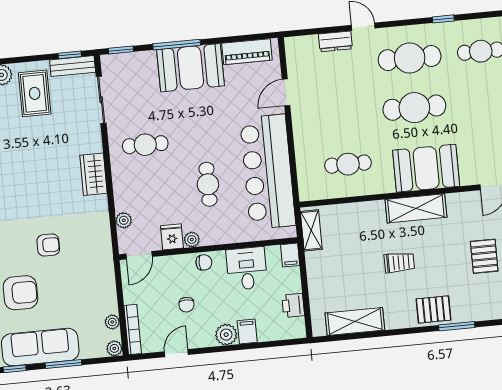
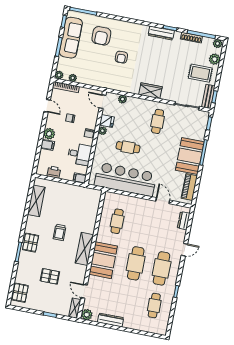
dresser: (335, 41) -> (184, 221), moved
shelving: (311, 230) -> (89, 193), removed

